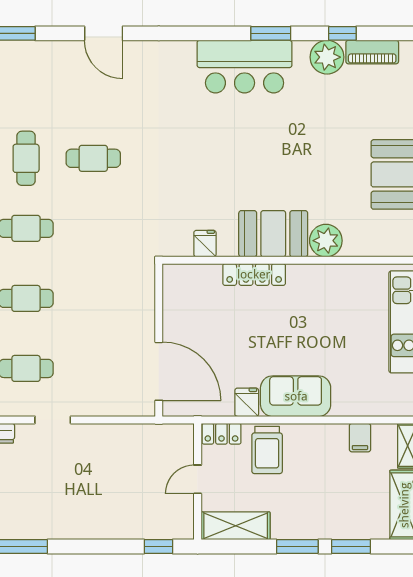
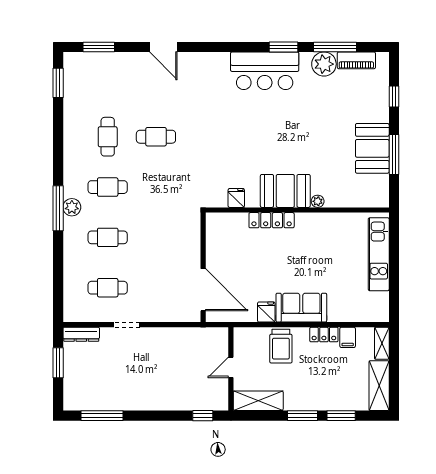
window: (342, 33) -> (335, 47), width x2.17
plant: (326, 241) -> (318, 201), width x0.53, depth x0.53
locker: (221, 434) -> (324, 335), moved

